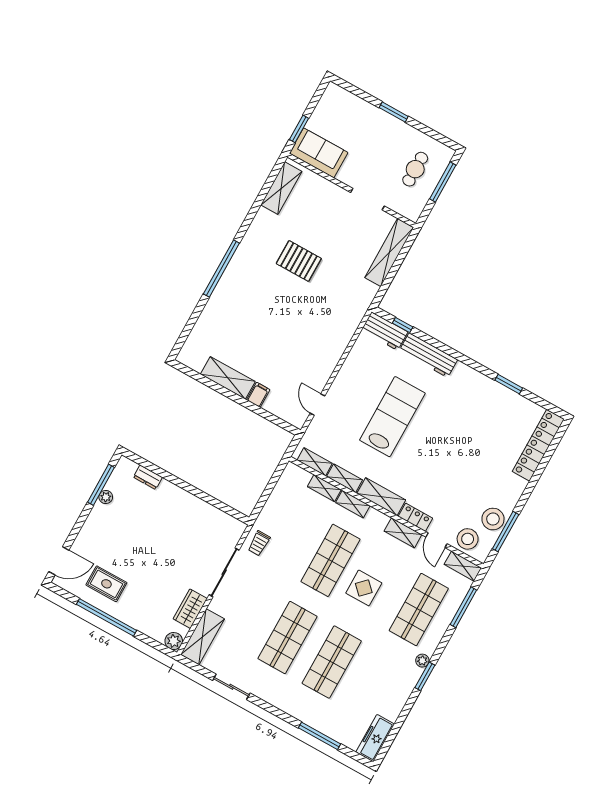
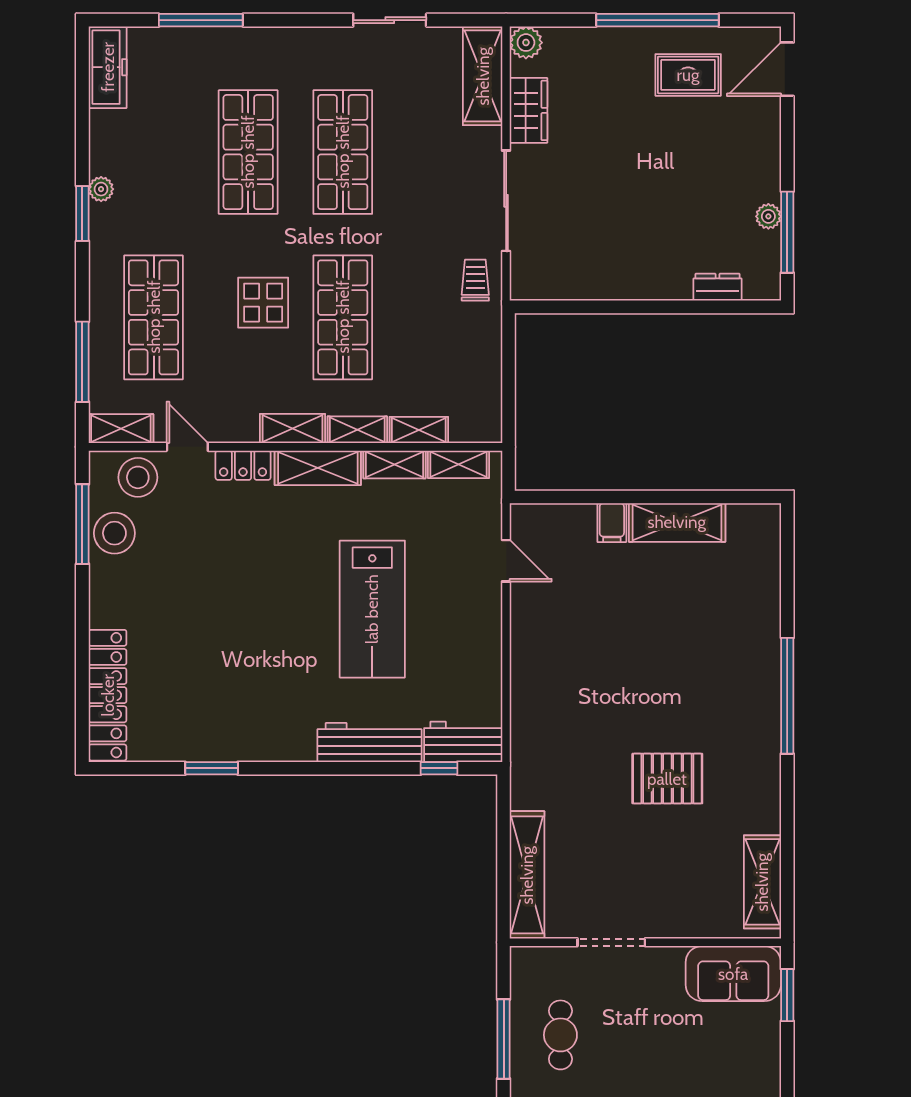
shelving: (403, 533) -> (292, 428), moved
plant: (422, 661) -> (101, 189), moved

